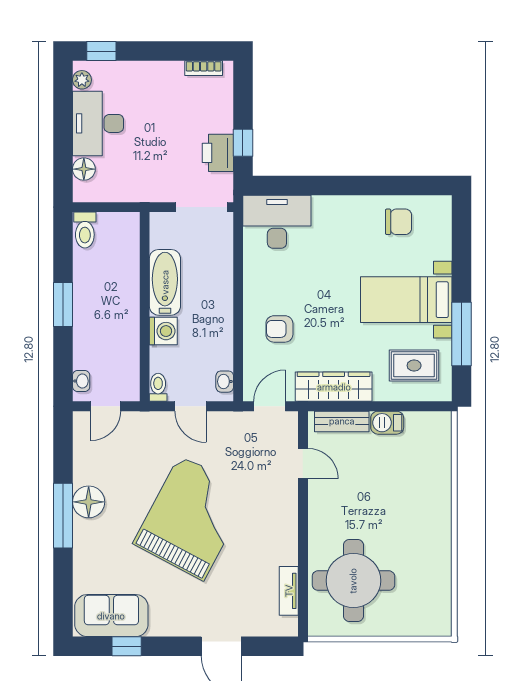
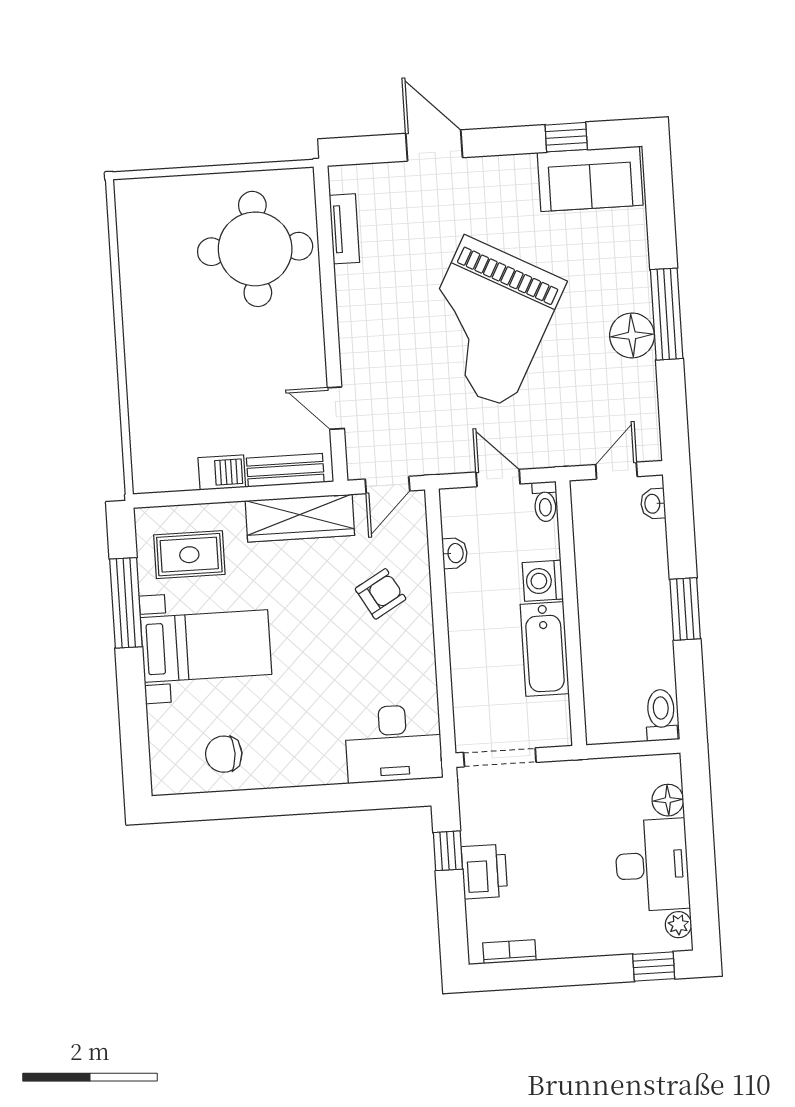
printer: (218, 153) -> (484, 872), moved
armchair: (279, 329) -> (381, 594), turned -30
washbasin: (225, 382) -> (455, 553), moved

